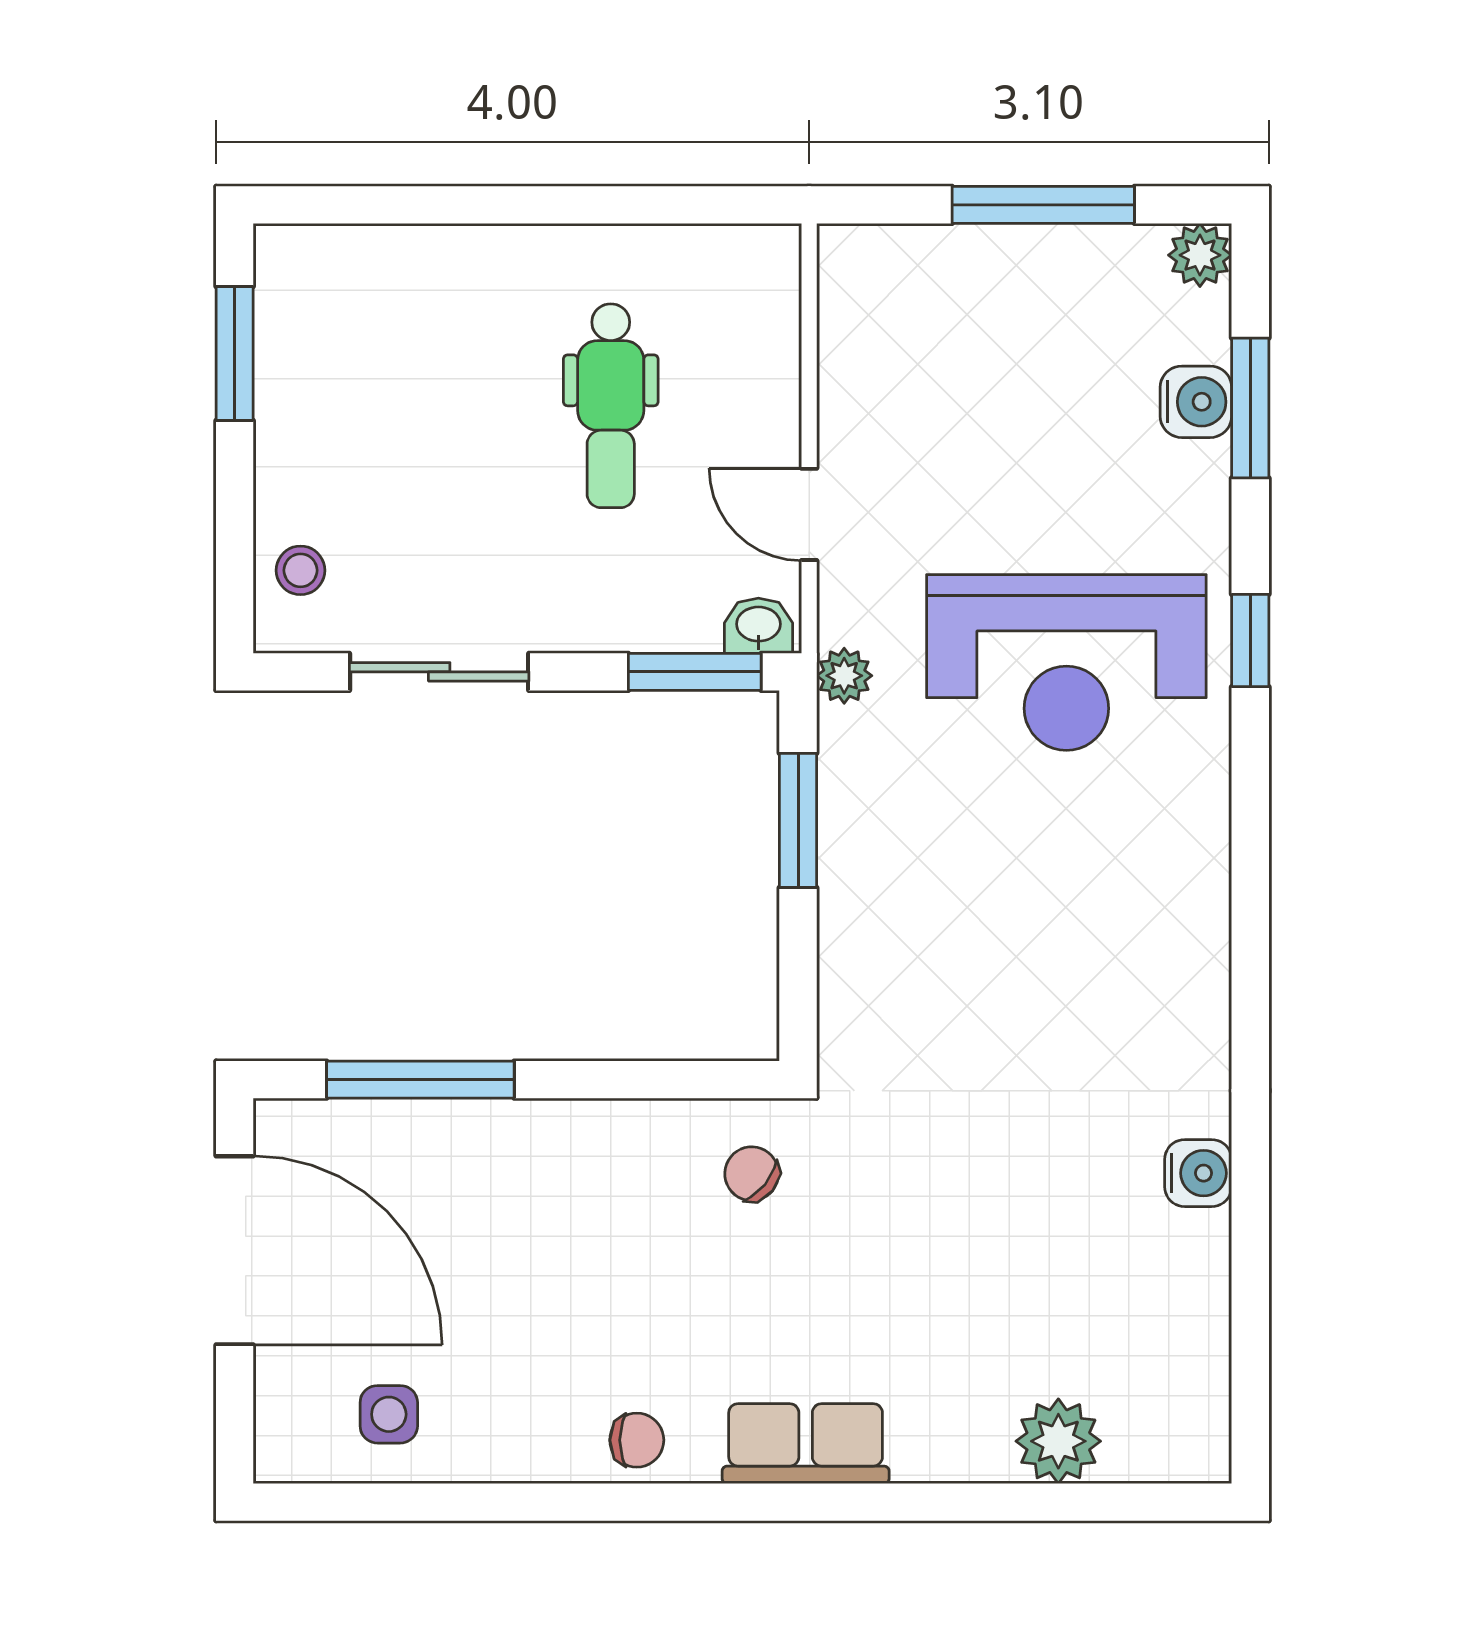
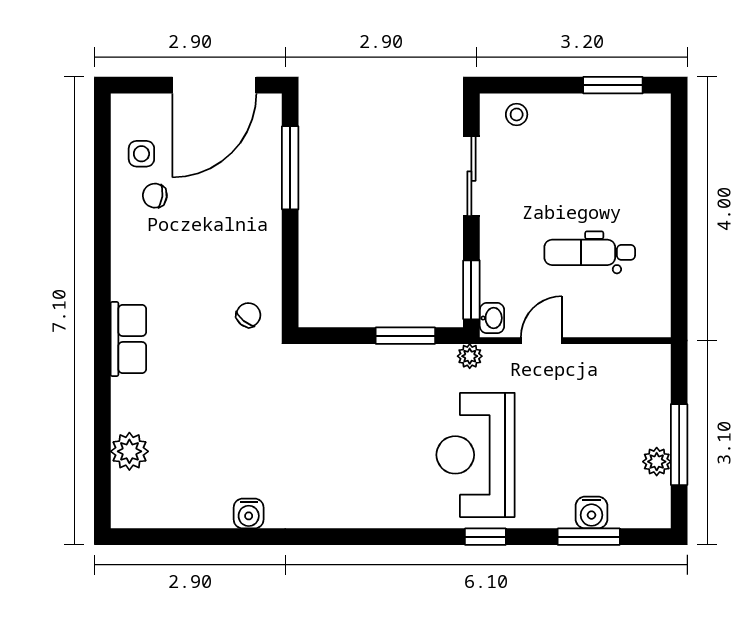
plant: (1200, 255) -> (657, 462), moved
chair: (637, 1440) -> (155, 196), moved, turned 97

